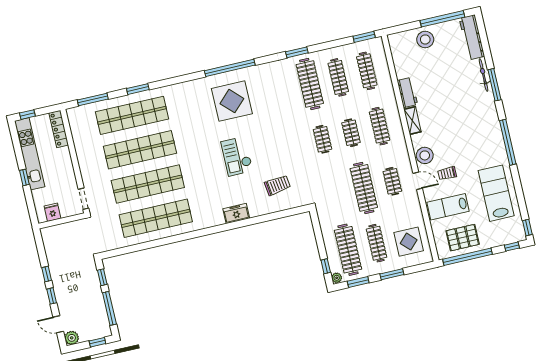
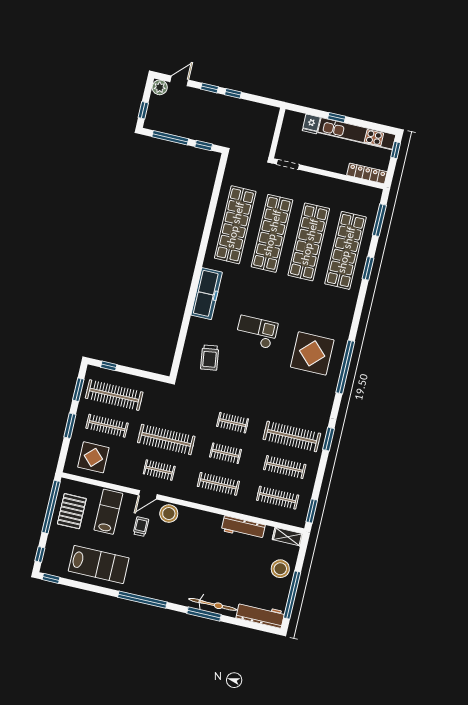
bicycle: (484, 75) -> (213, 604), width x1.37, depth x1.40
workbench: (407, 92) -> (243, 528), width x1.38
shelving: (412, 120) -> (288, 537), moved
fridge: (52, 212) -> (311, 124), moved, turned 90
freezer: (236, 213) -> (207, 294), width x1.91, depth x1.26
plant: (337, 278) -> (92, 371), removed

